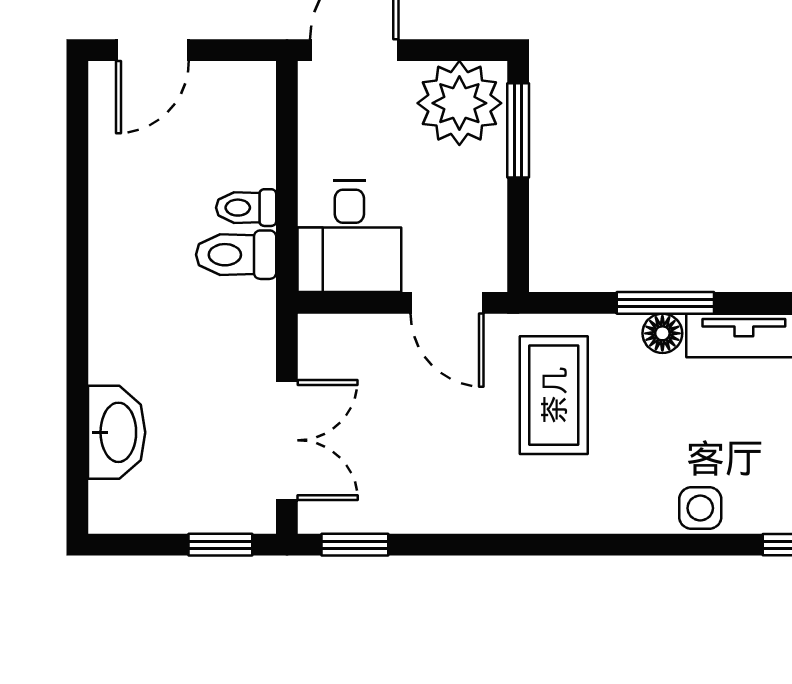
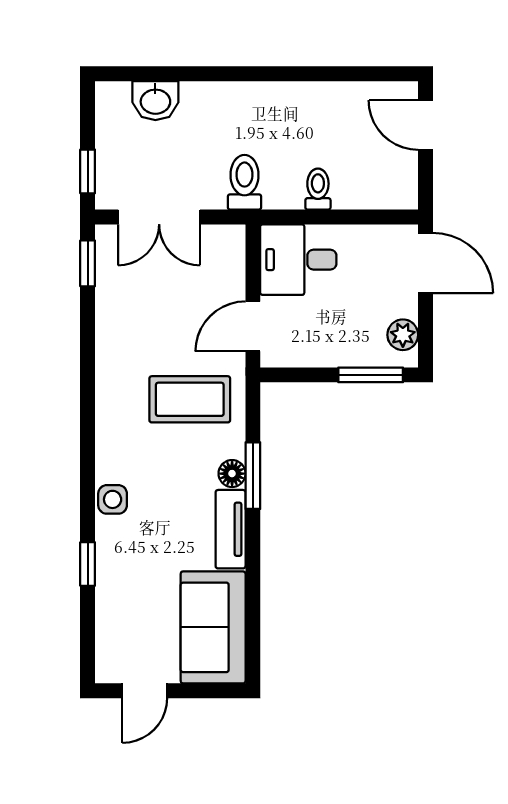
plant: (459, 103) -> (403, 335), width x0.53, depth x0.53
toilet: (236, 255) -> (245, 182), moved
washbasin: (117, 432) -> (155, 101), width x0.72

